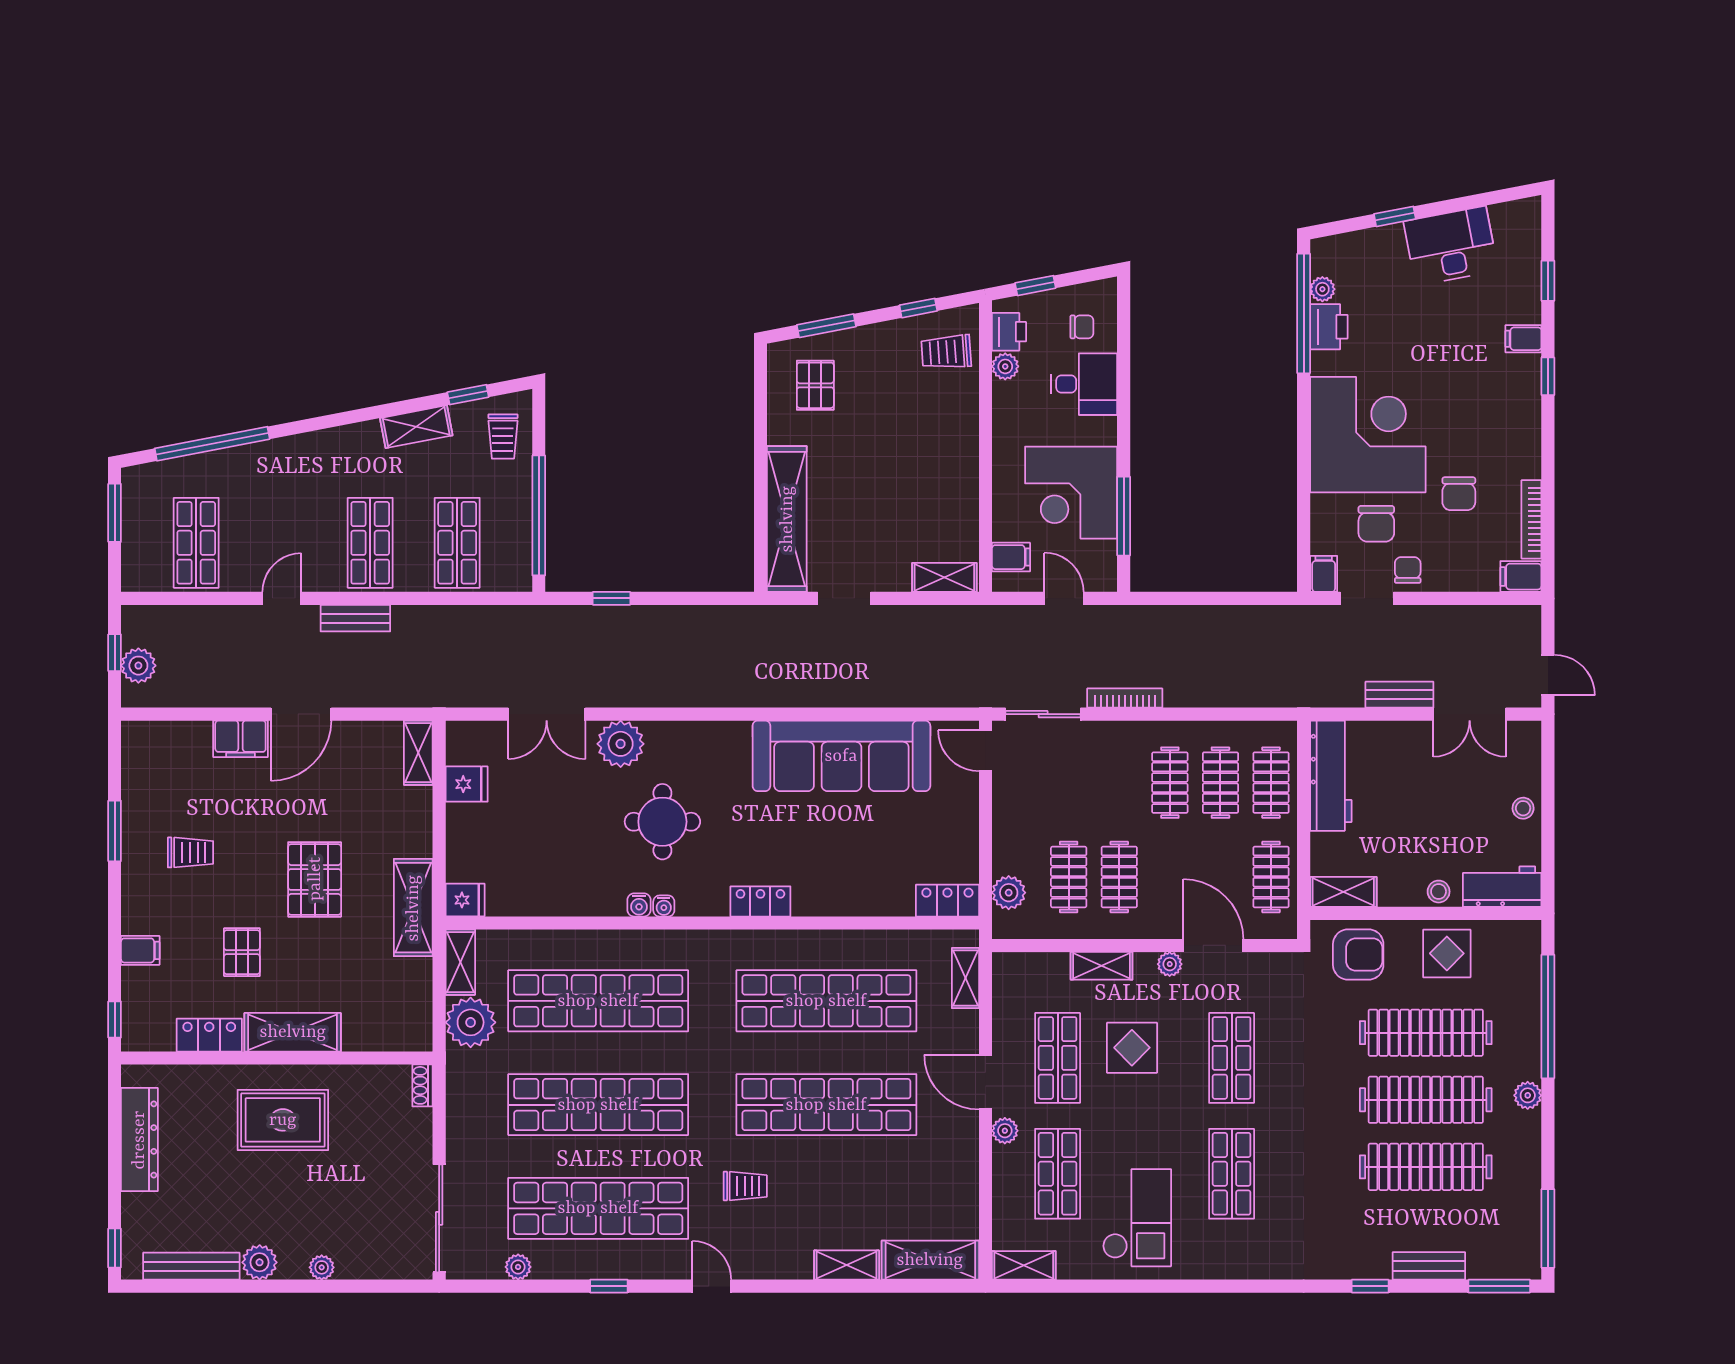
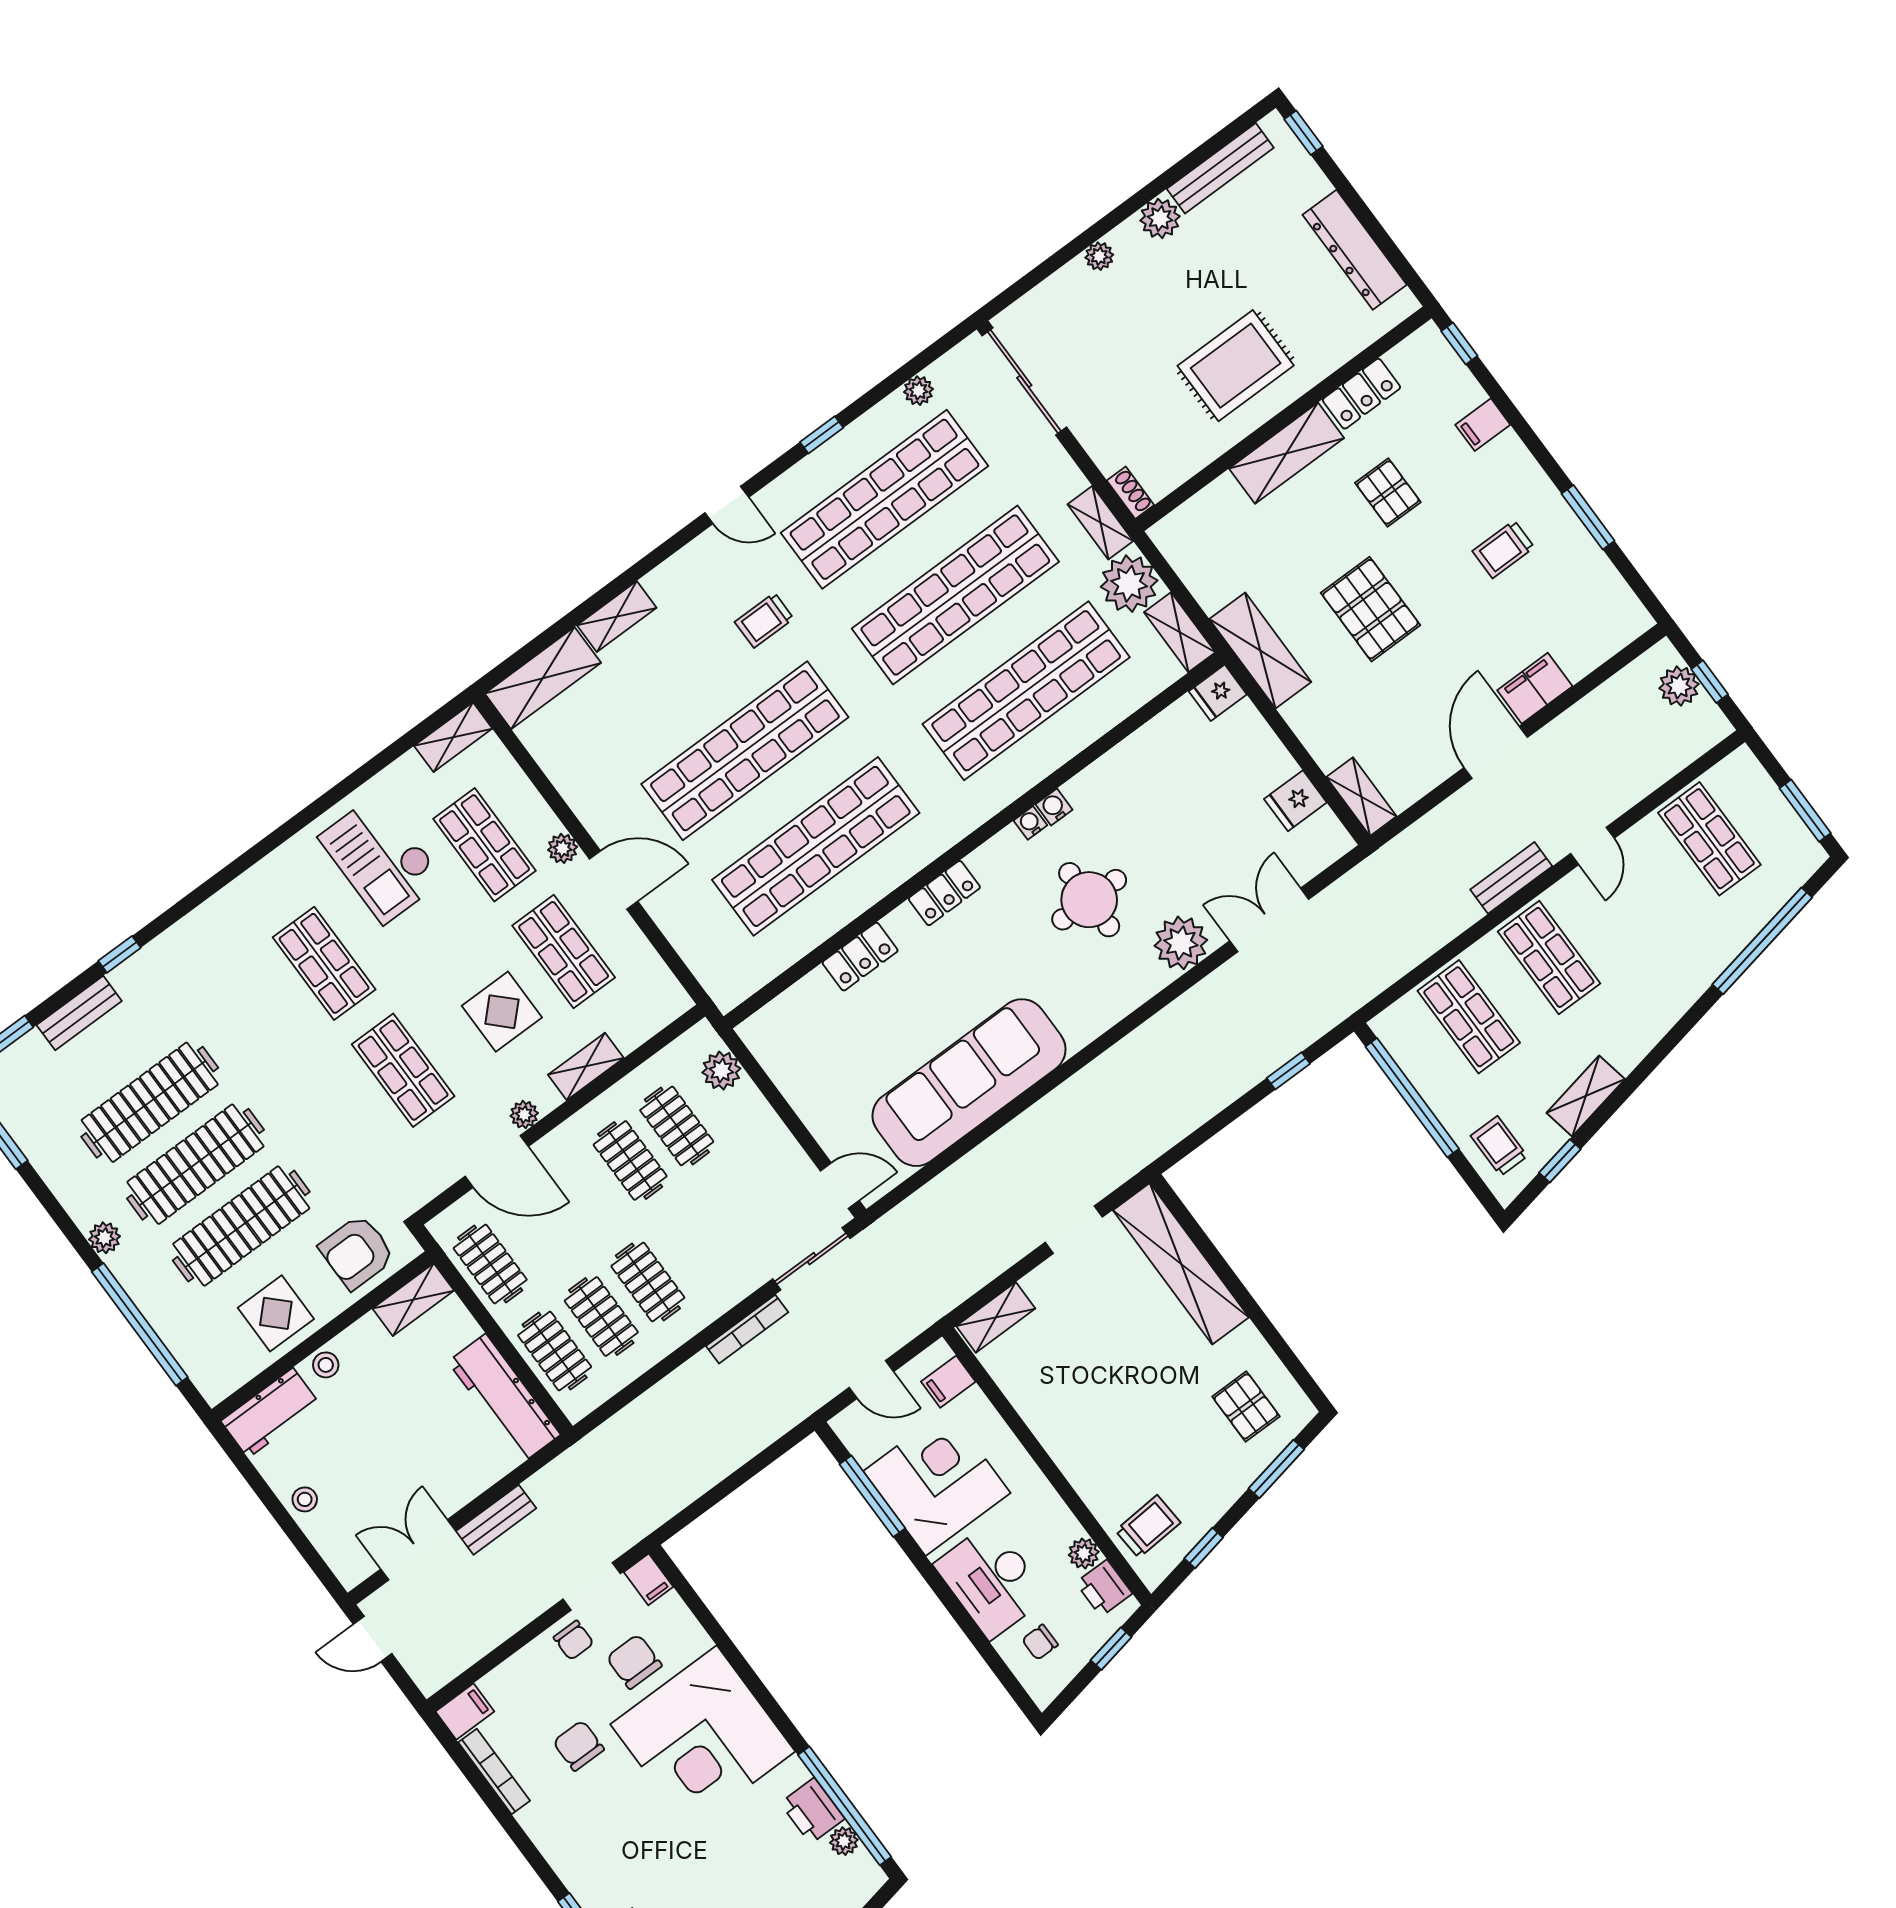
desk: (1084, 384) -> (991, 1580), width x1.37
locker: (947, 901) -> (860, 957), moved
shelving: (965, 978) -> (1100, 523), moved

